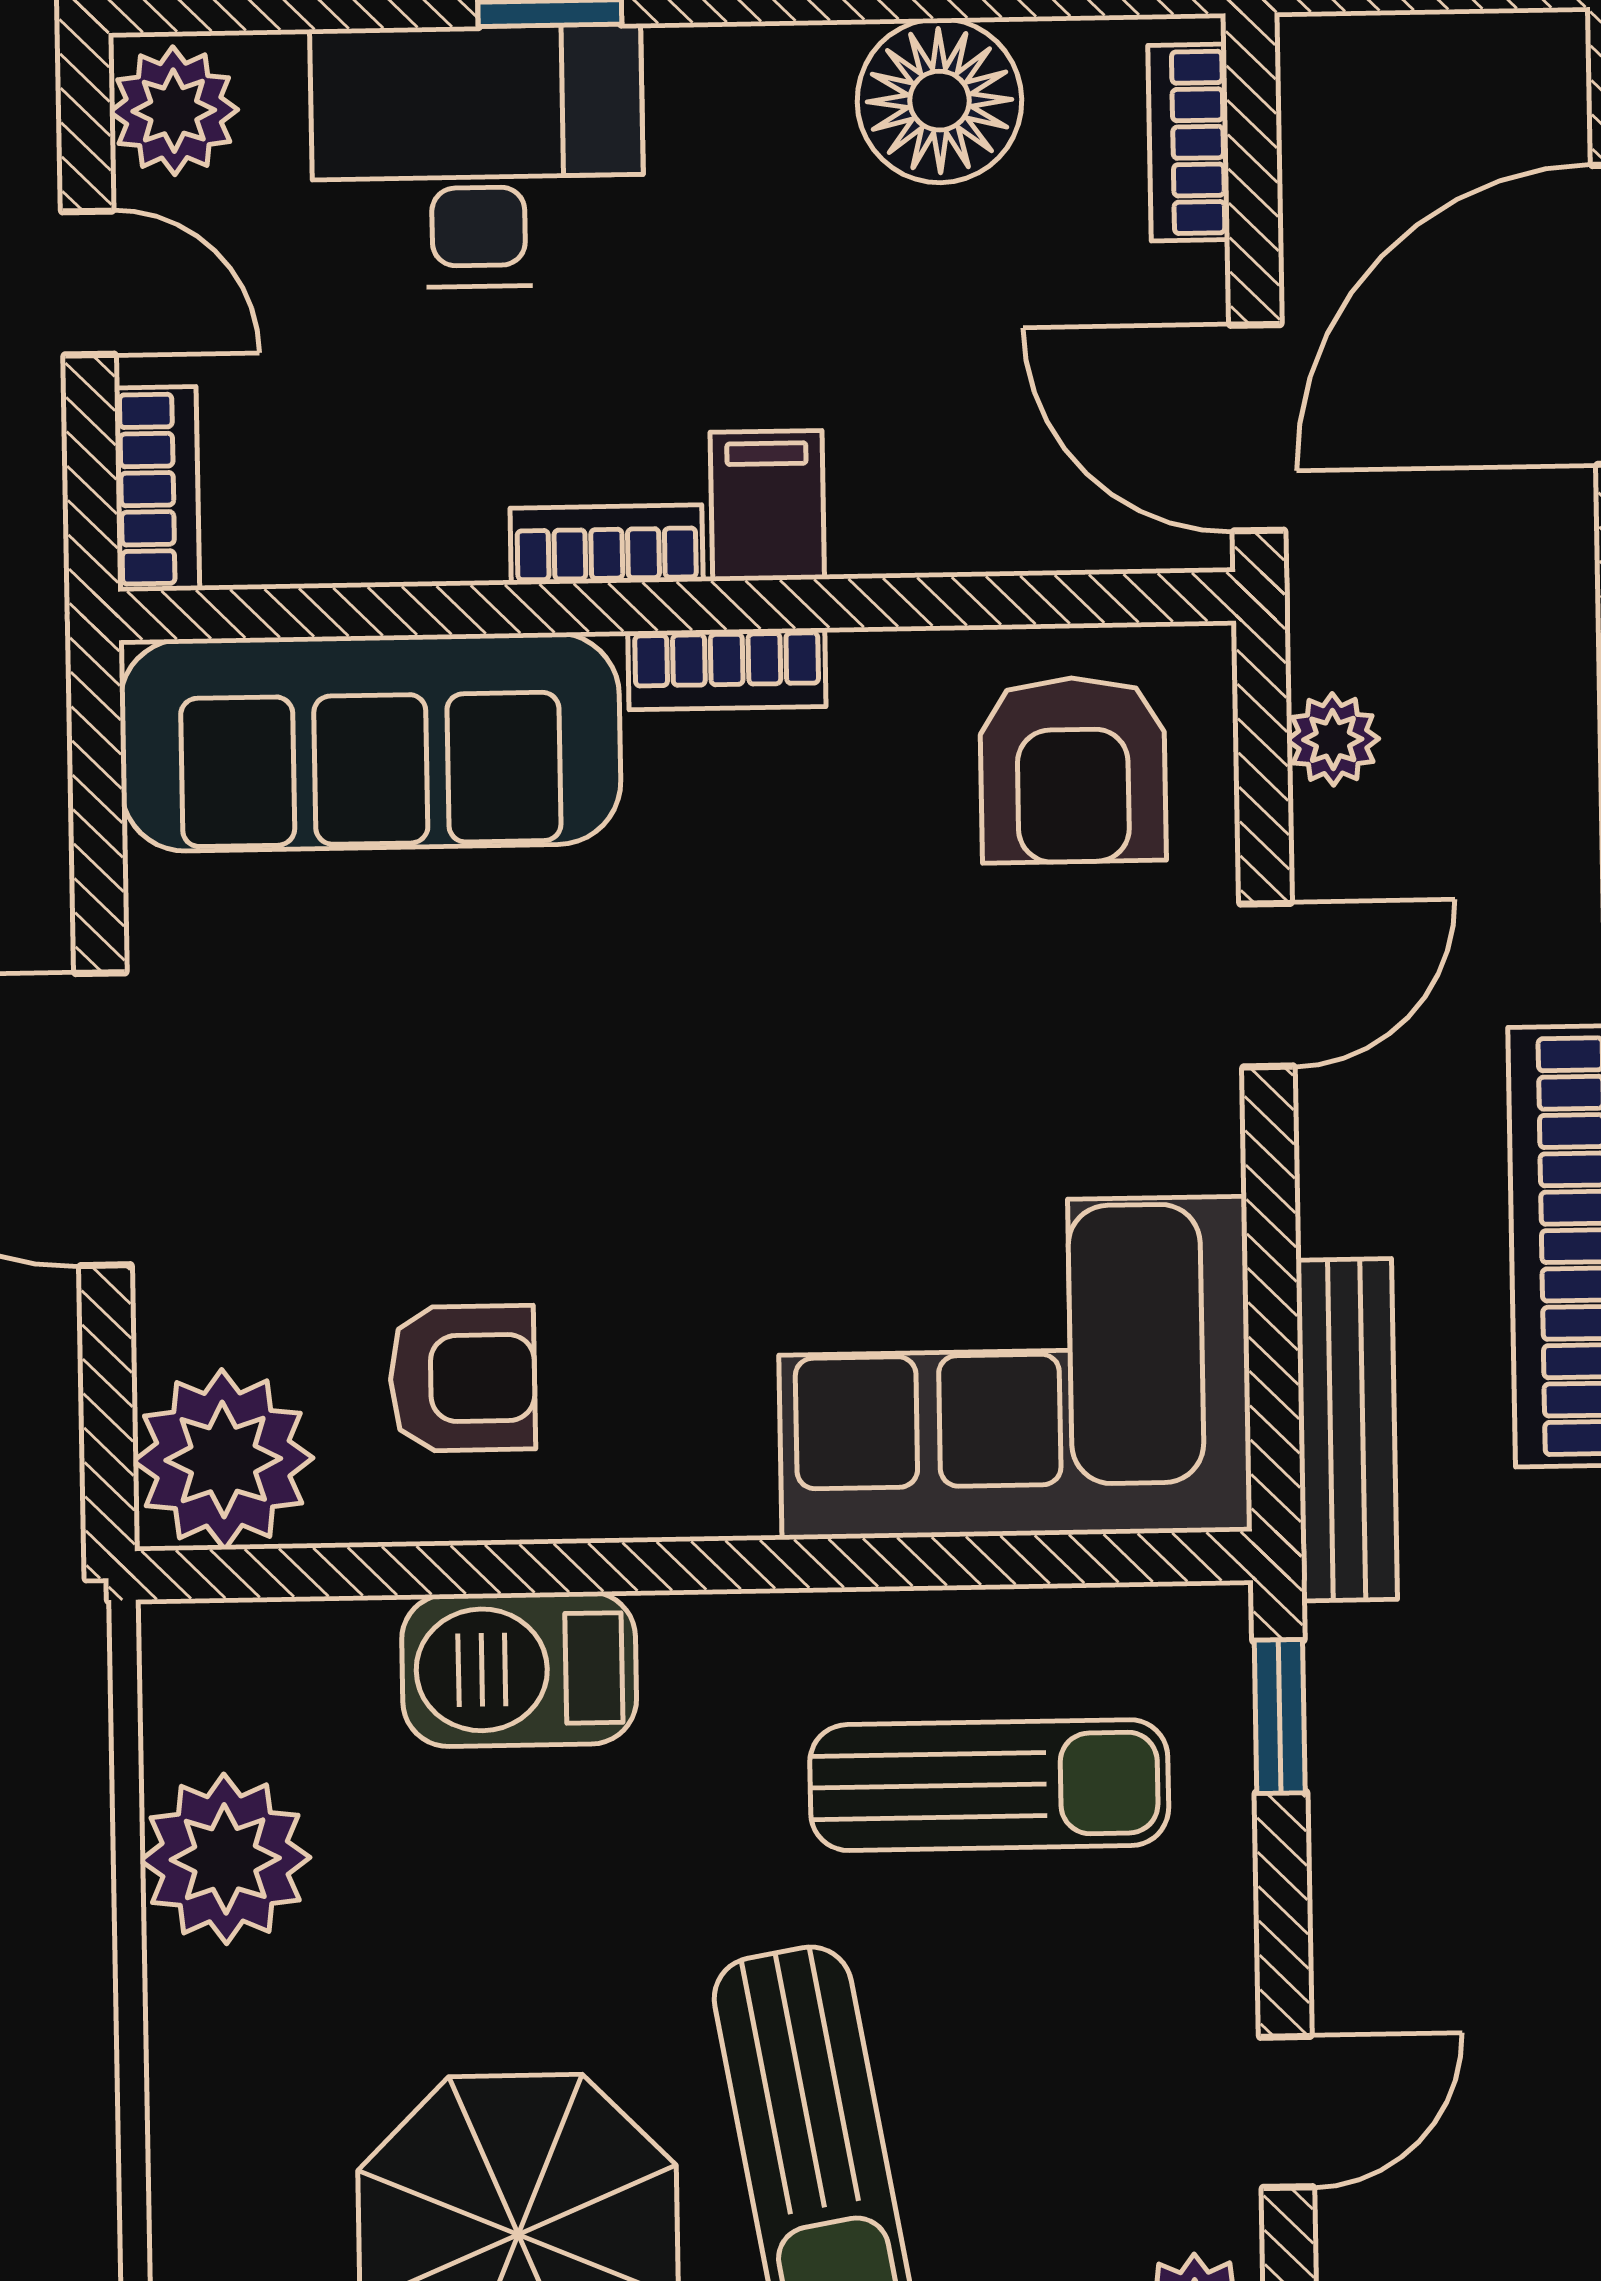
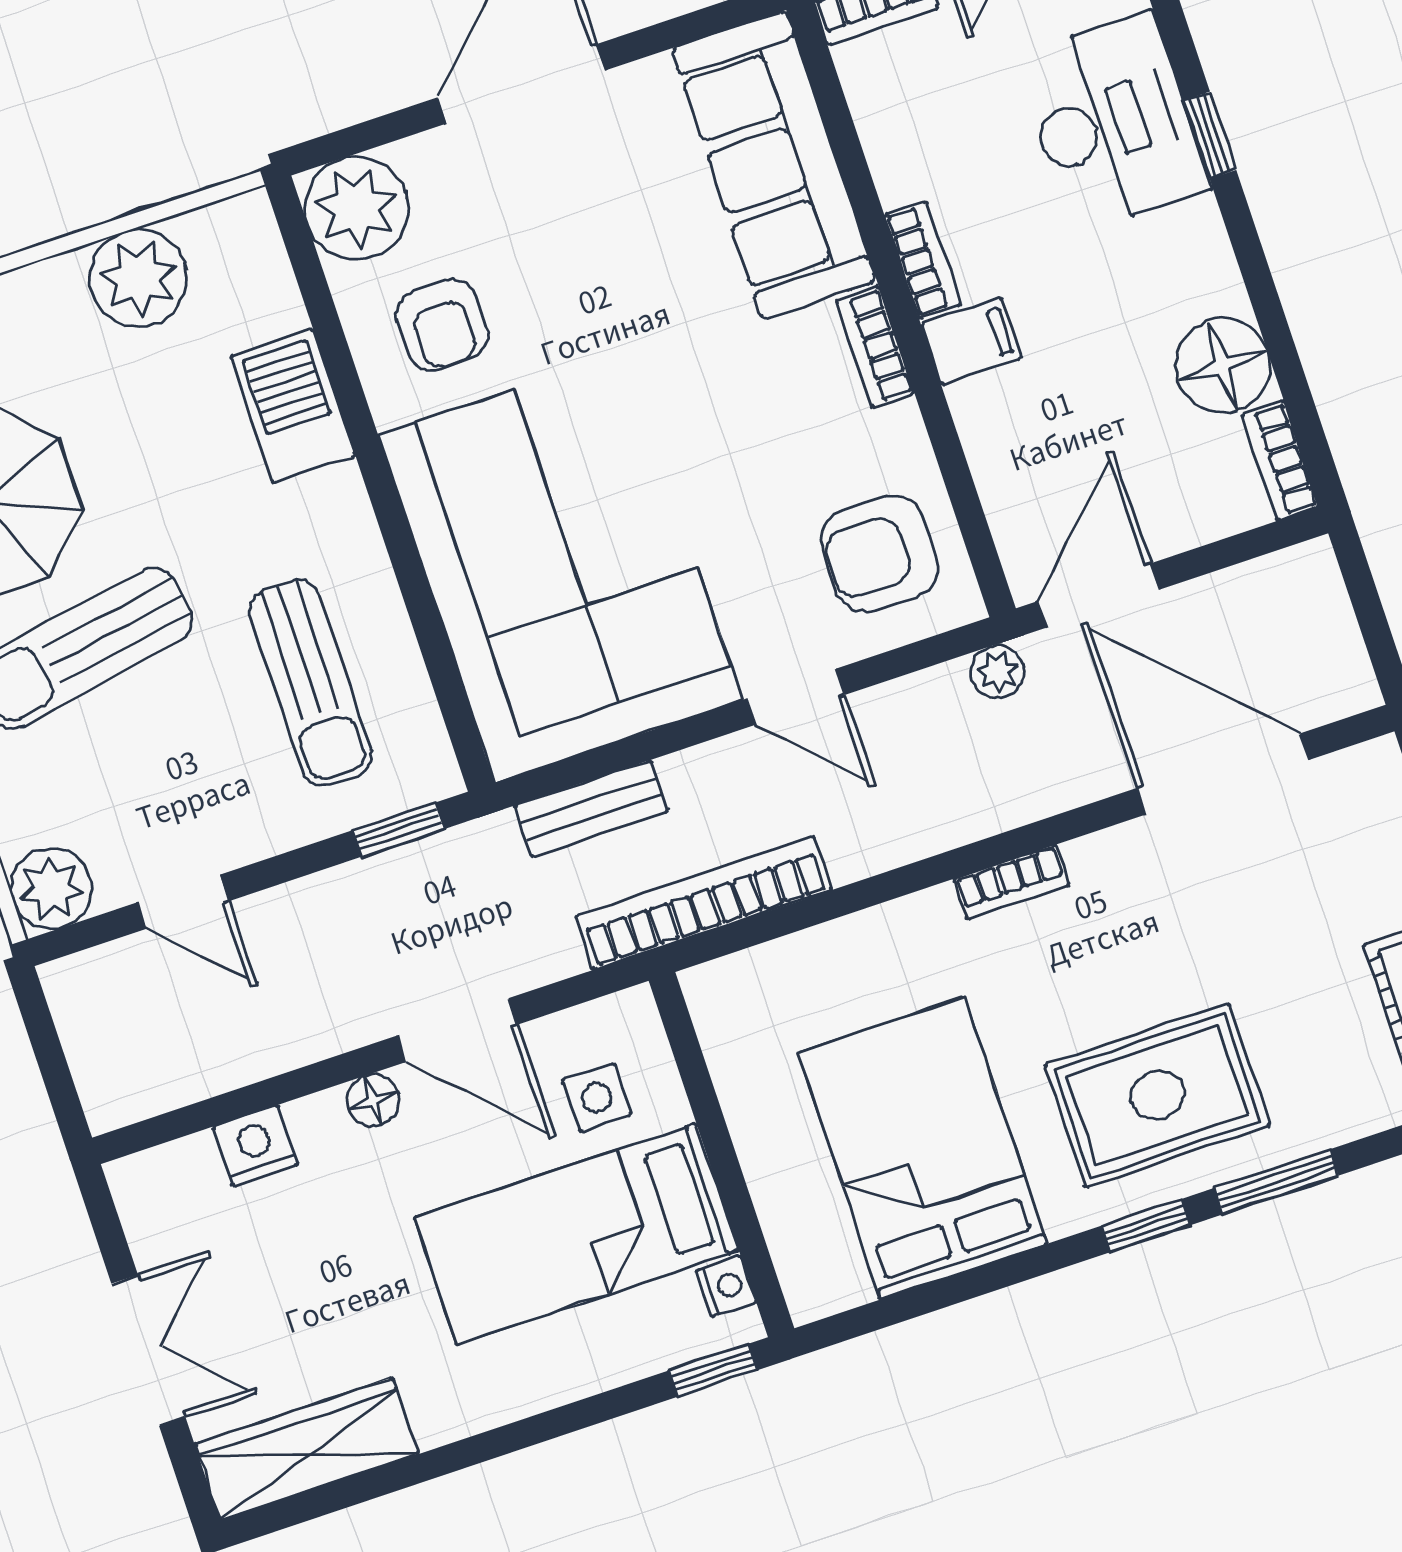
bookcase: (1189, 143) -> (1280, 461), moved, turned -90
plant: (1333, 739) -> (998, 672), moved
corner sofa: (1014, 1368) -> (560, 567), width x1.36, depth x1.36
bench: (1347, 1430) -> (591, 809), width x0.73

